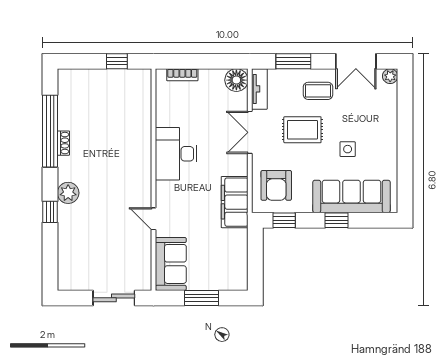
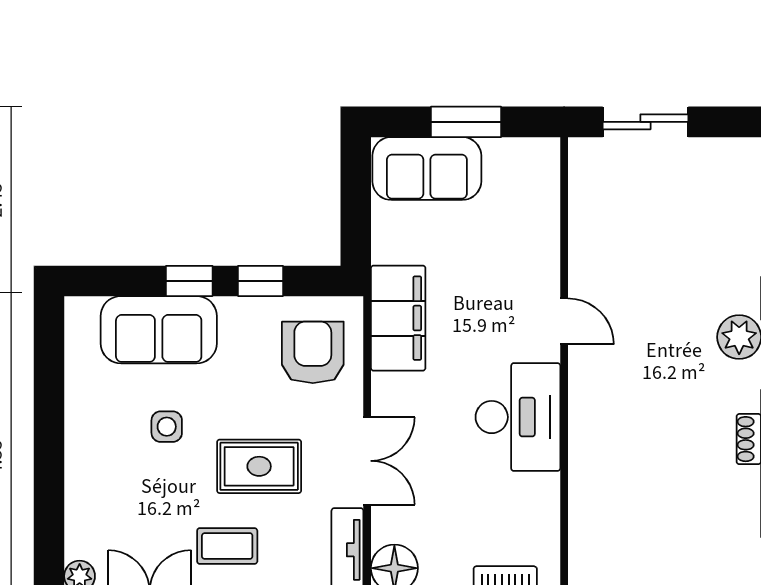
sofa: (351, 196) -> (159, 330), width x0.73
door: (154, 219) -> (564, 321), moved
window: (284, 220) -> (260, 281), moved
sofa: (171, 264) -> (427, 168), moved, turned -90

